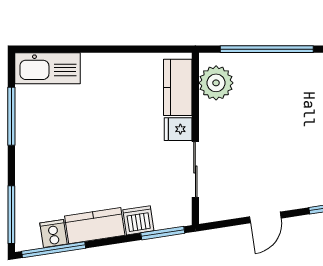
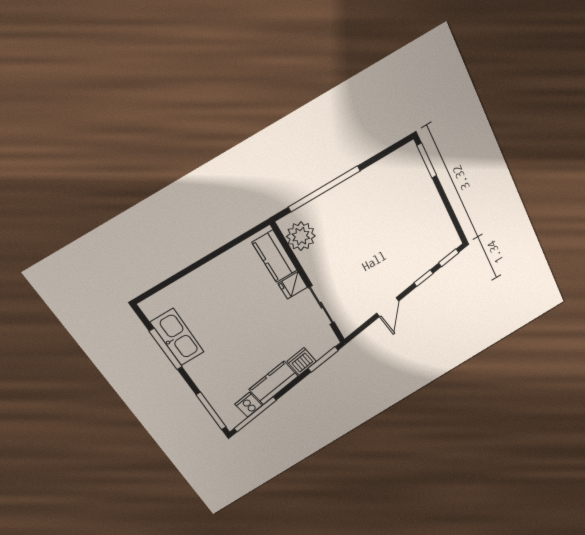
kitchen sink: (48, 68) -> (177, 337), moved, turned -90

